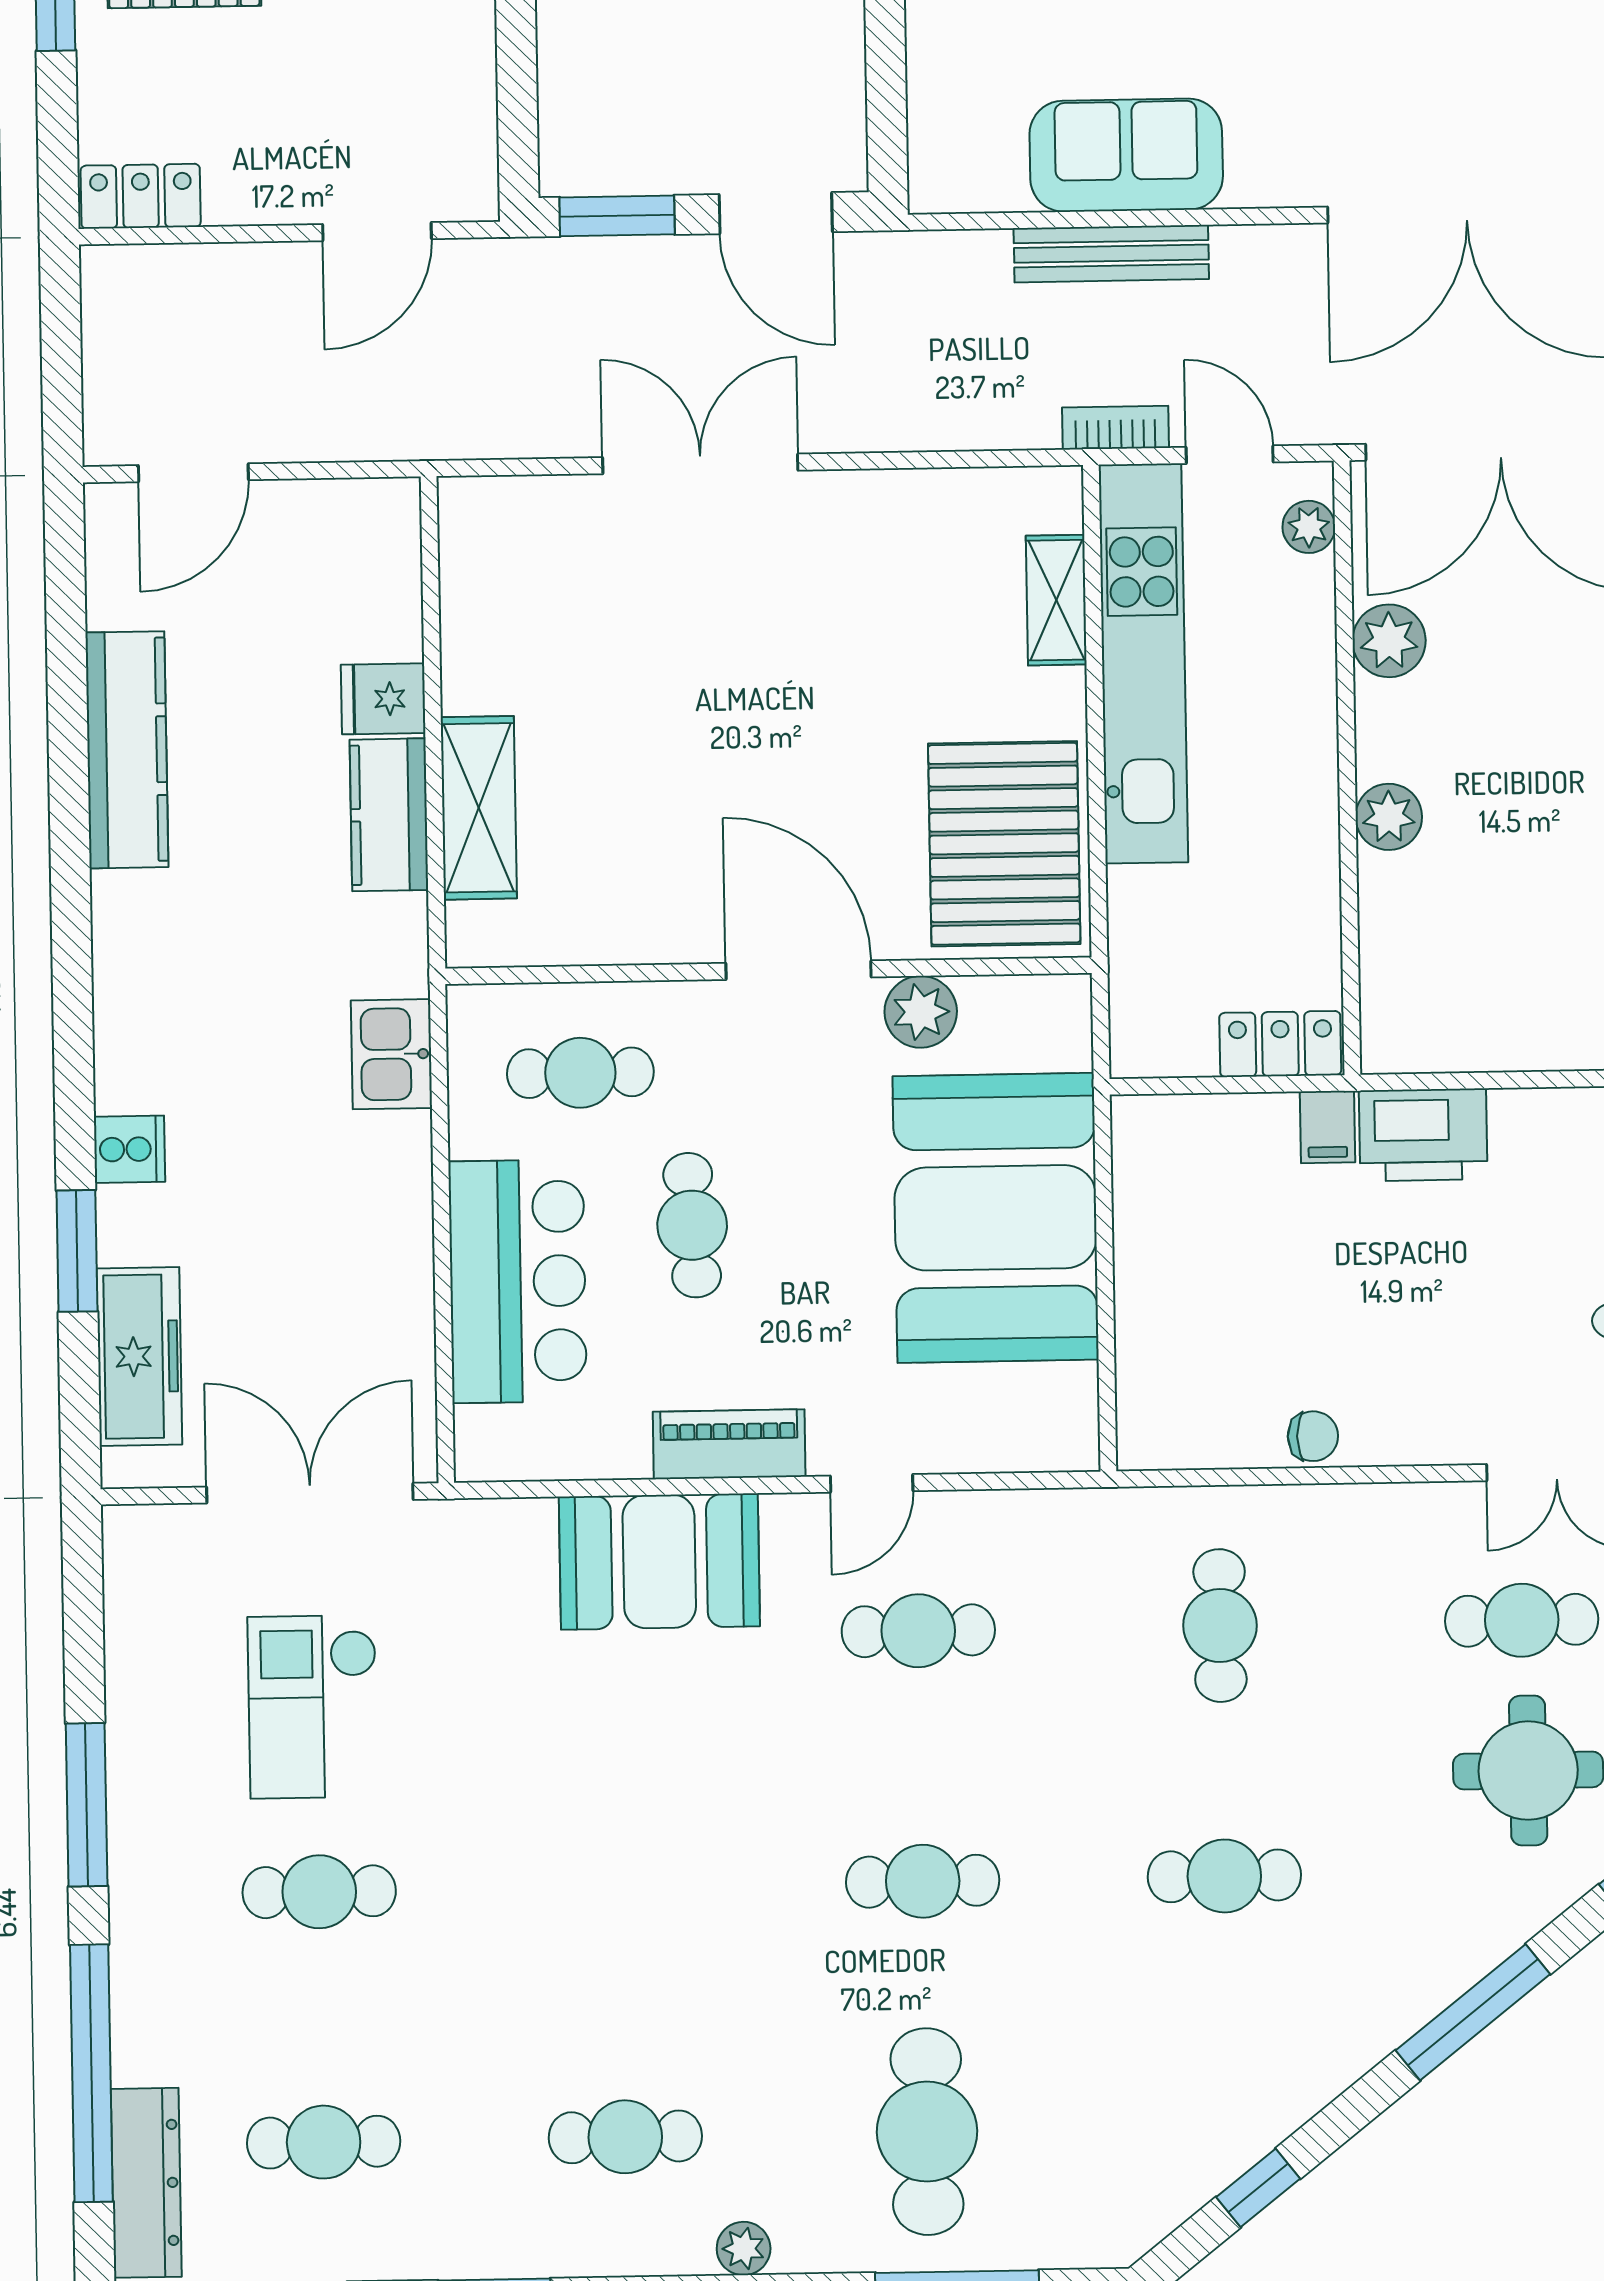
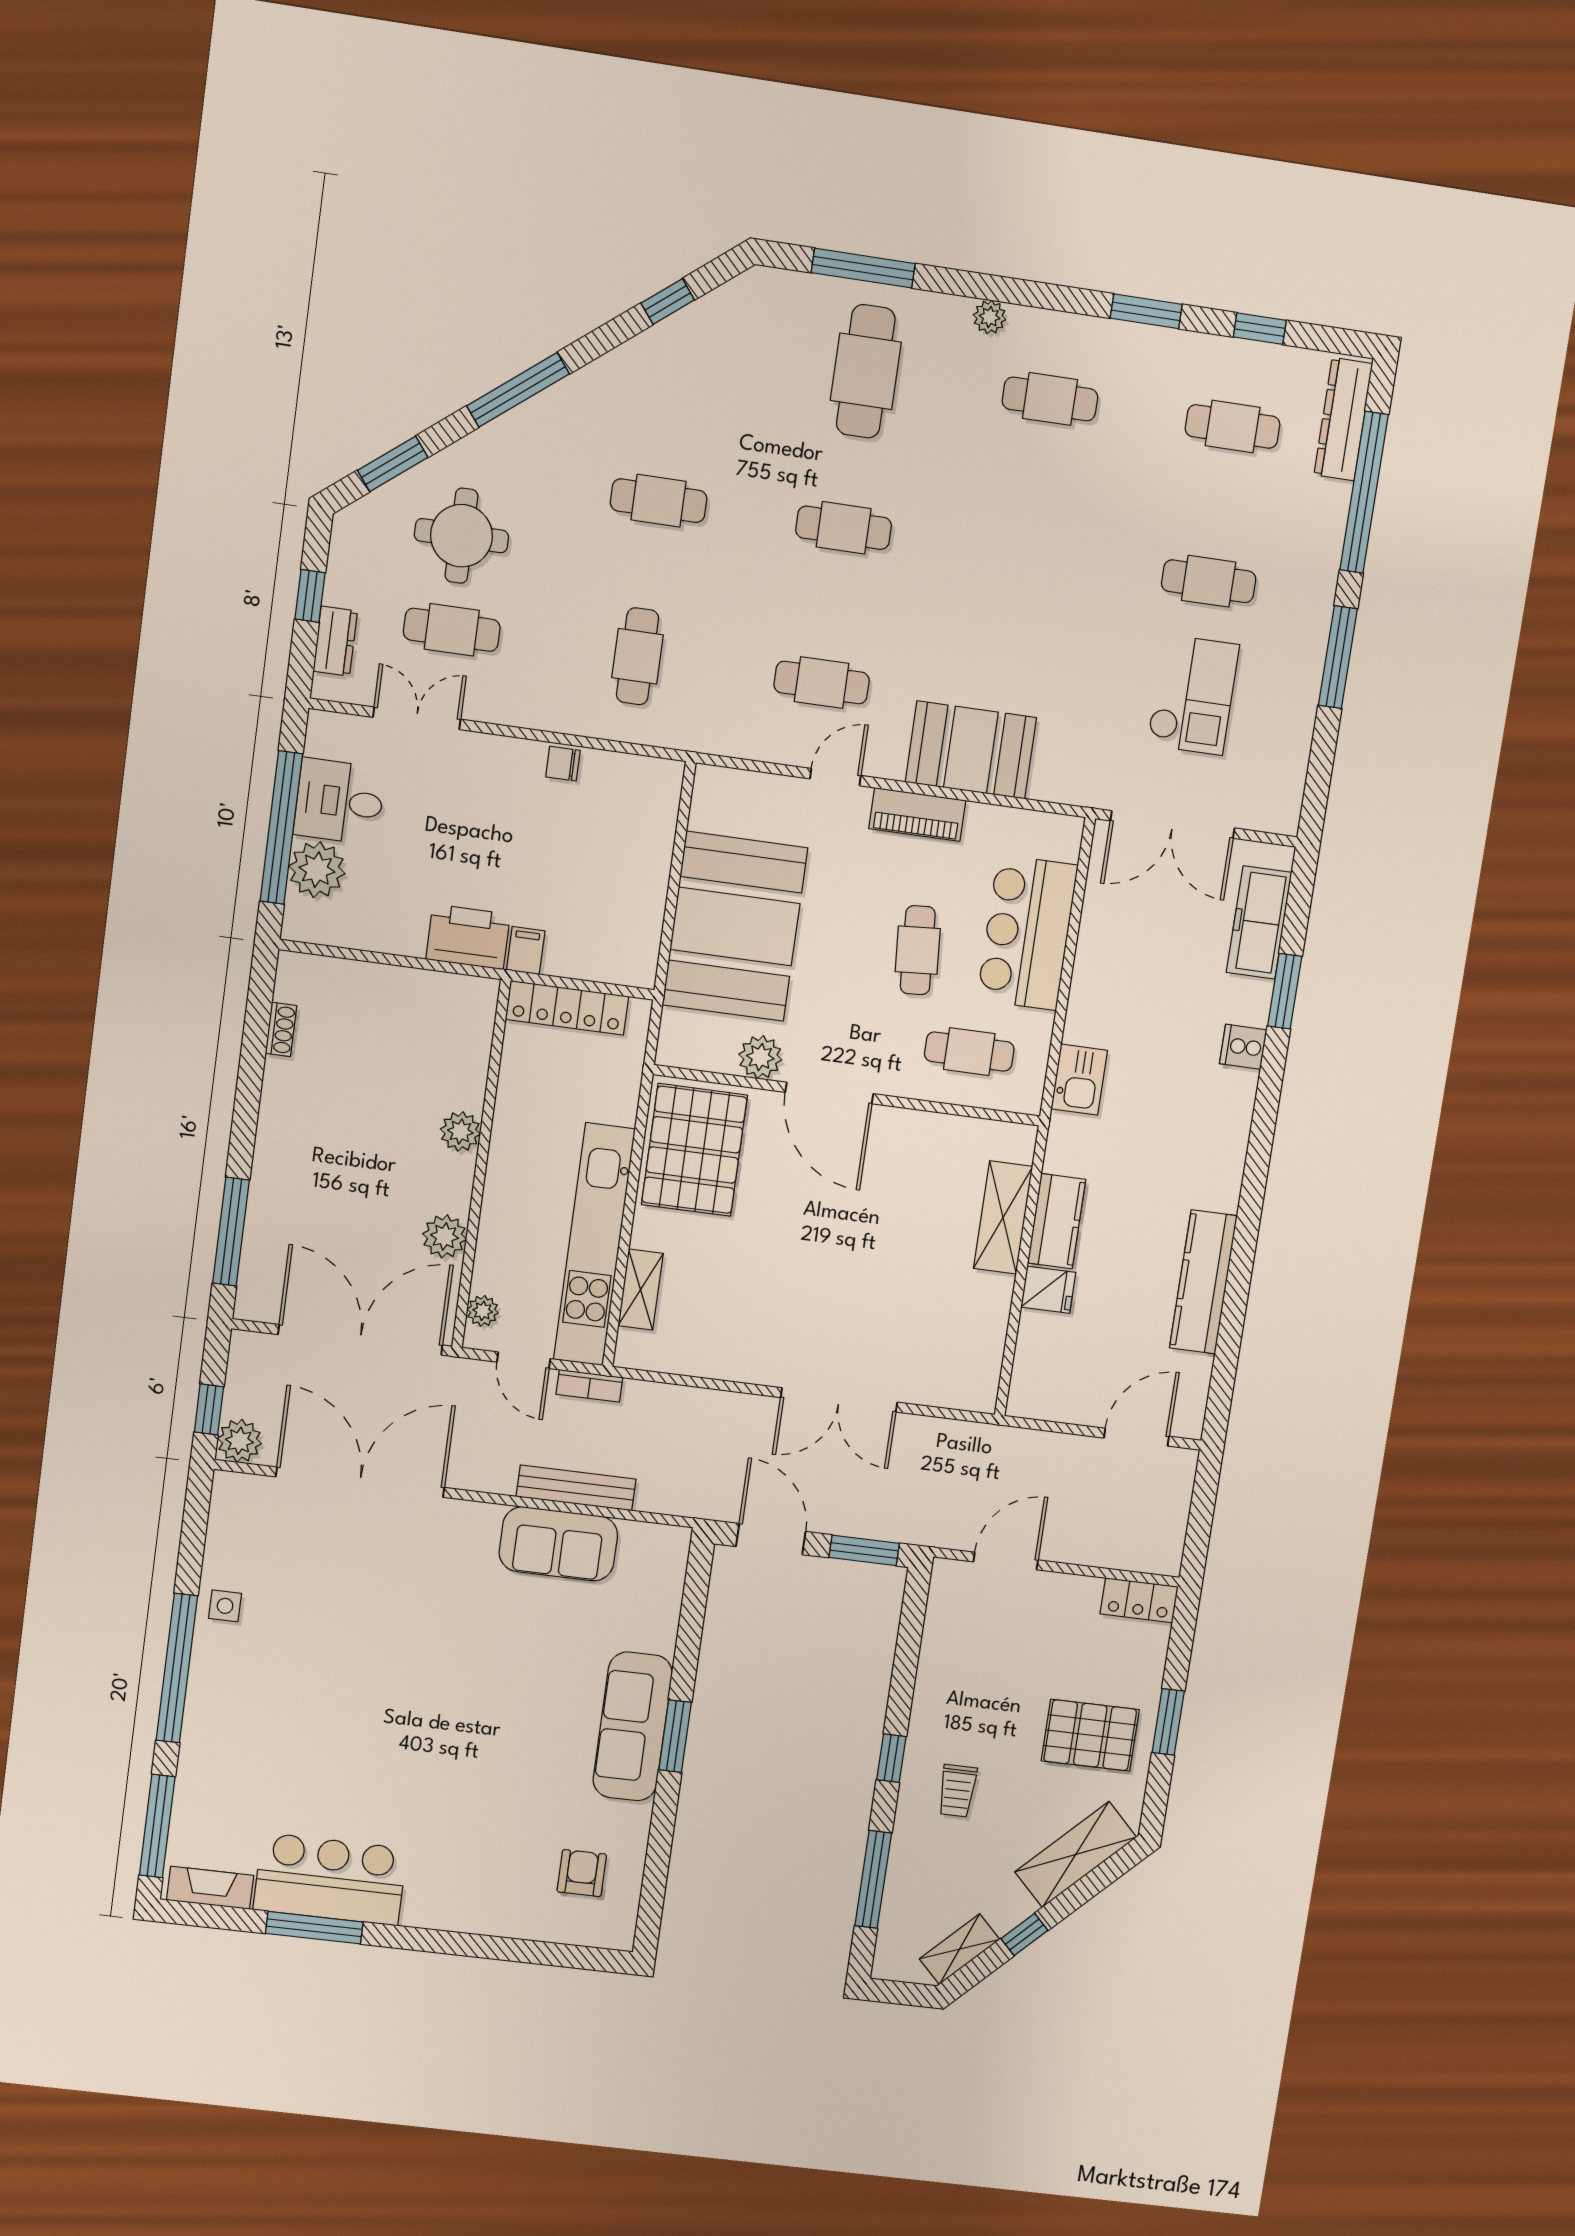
locker: (1280, 1044) -> (567, 1008), width x1.53

